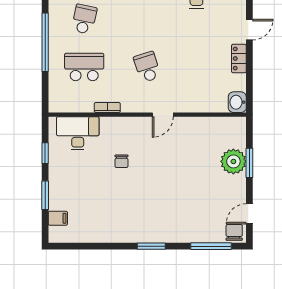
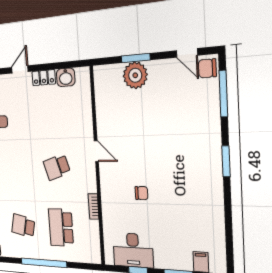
door: (249, 30) -> (20, 69), hinge flipped
washbasin: (237, 102) -> (66, 77), moved
desk: (78, 133) -> (133, 250), moved, turned -90

